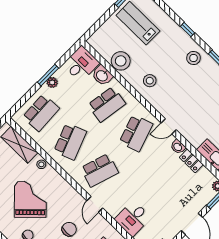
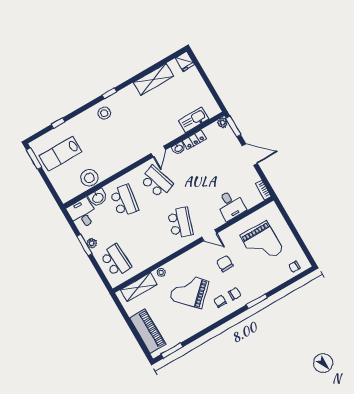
window: (187, 30) -> (58, 123), moved
stool: (150, 81) -> (114, 157), removed
school desk: (70, 142) -> (148, 242), removed

